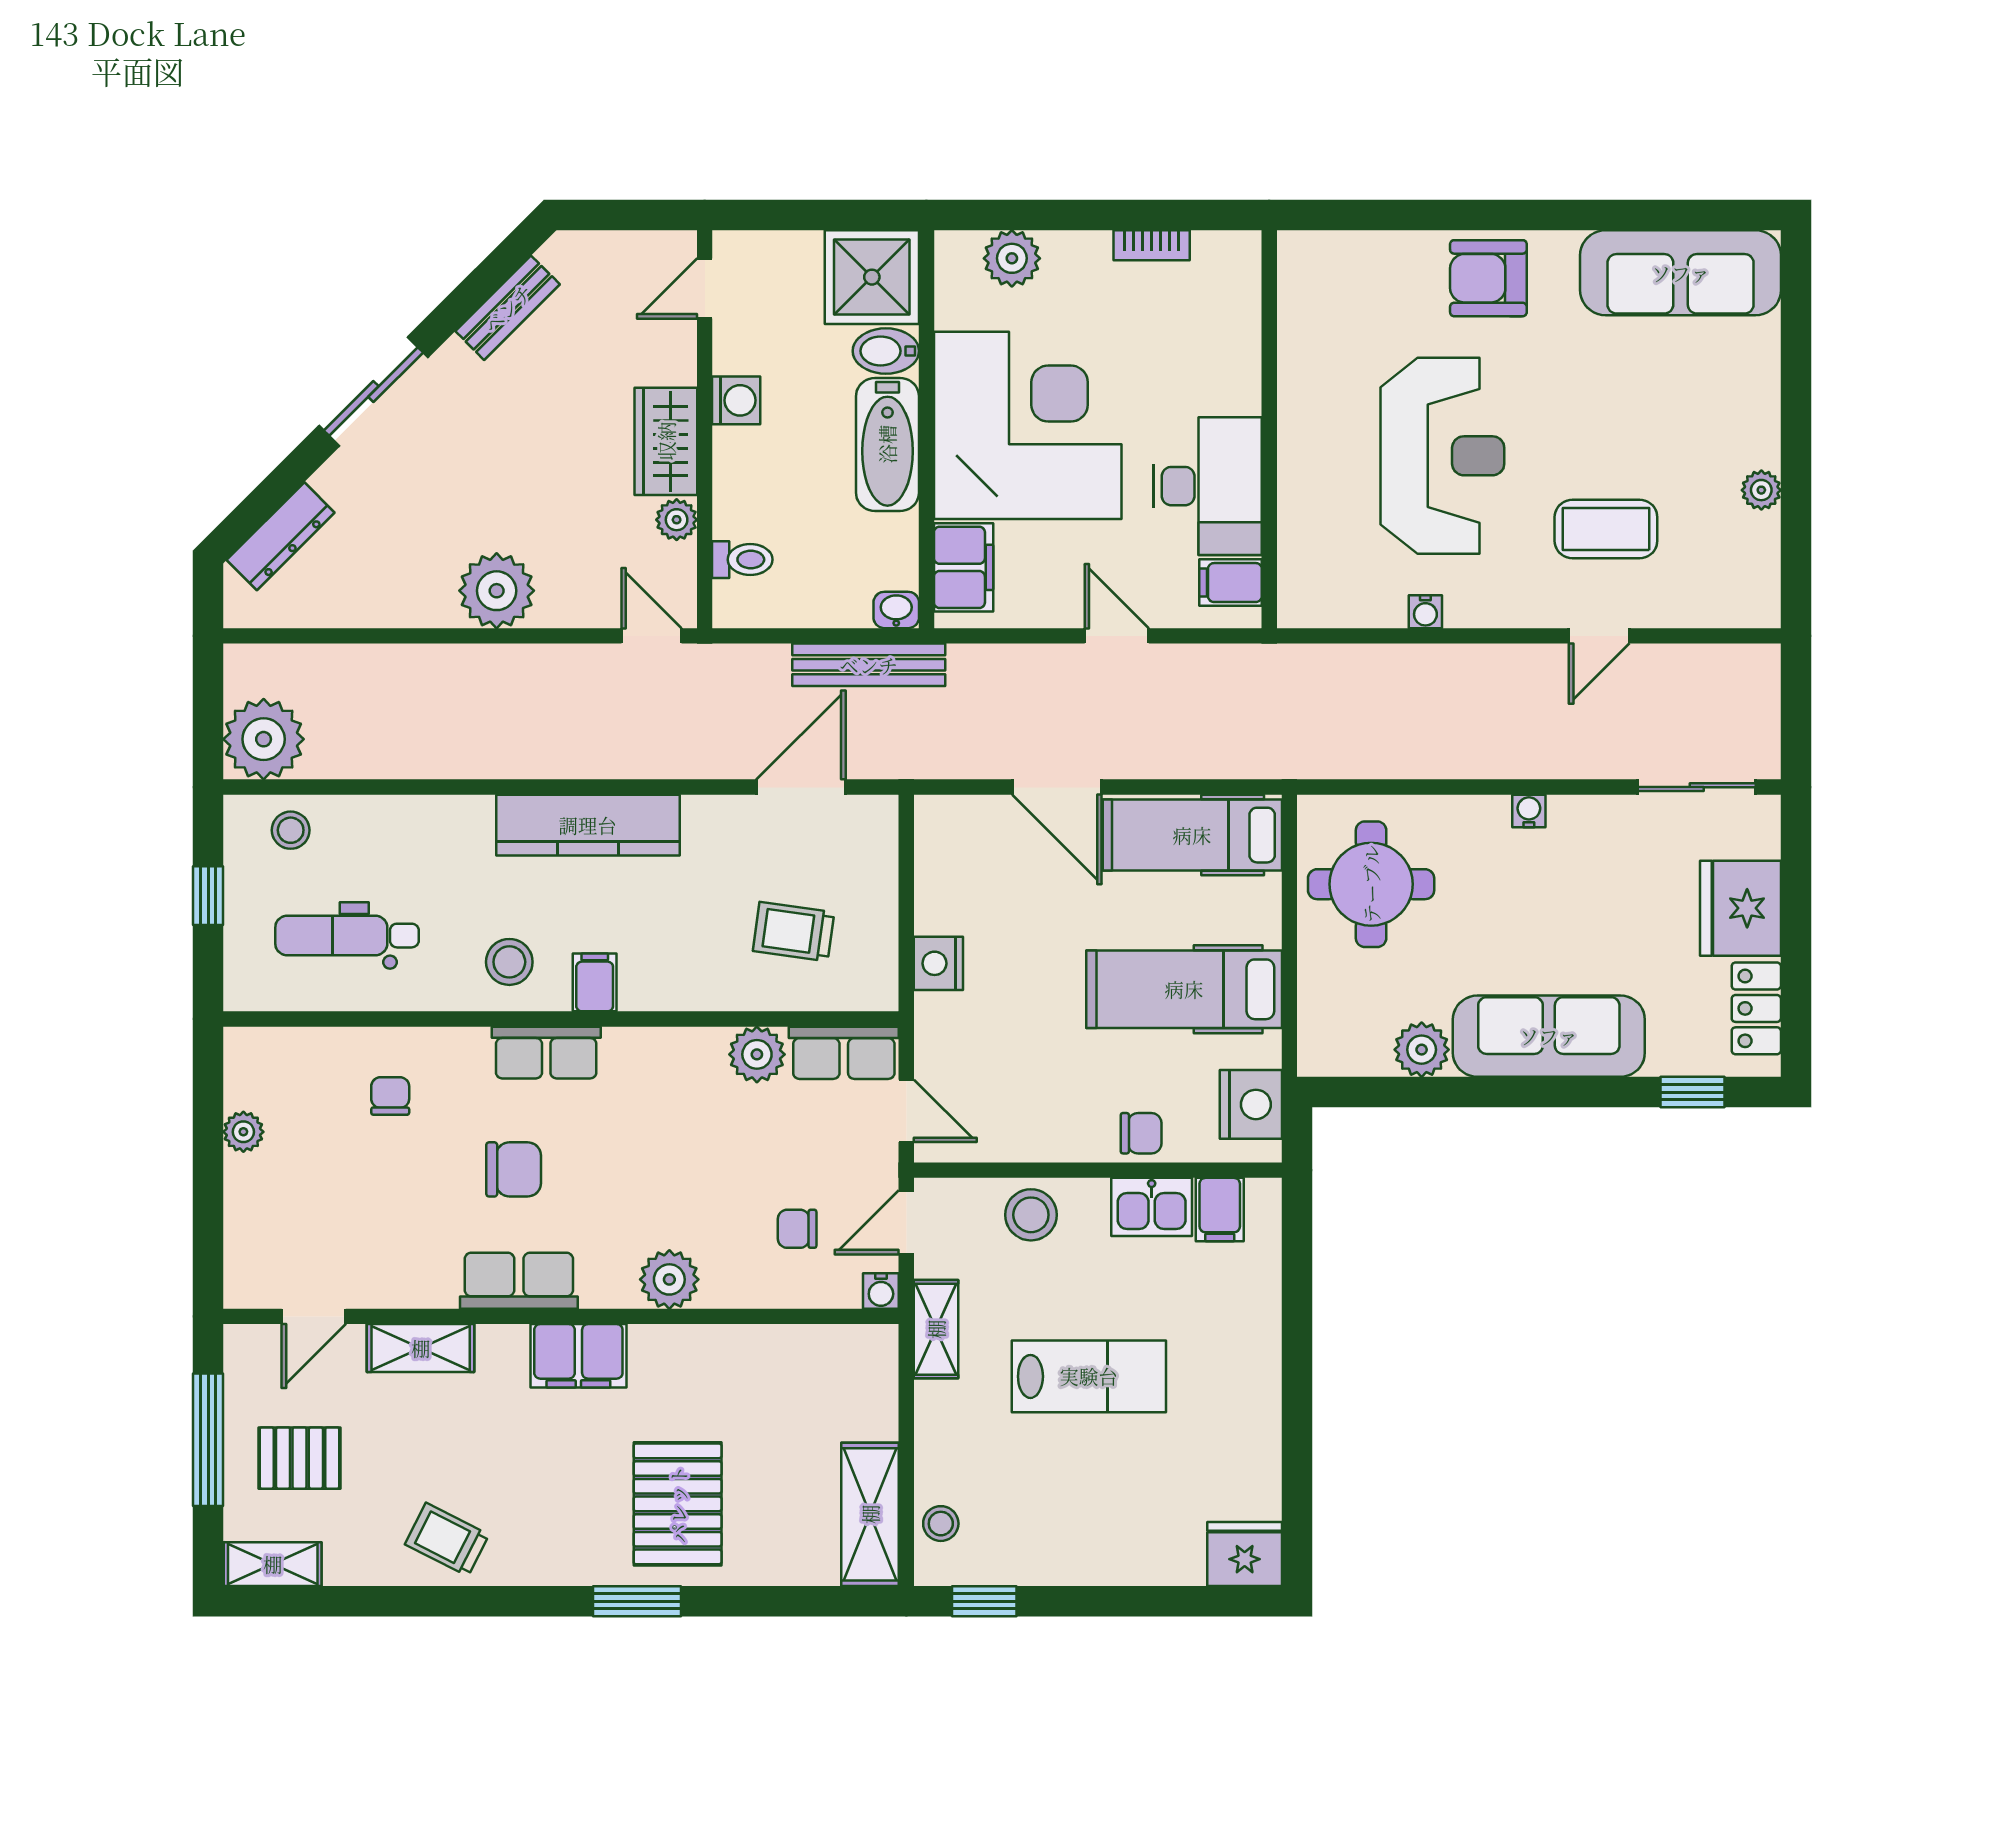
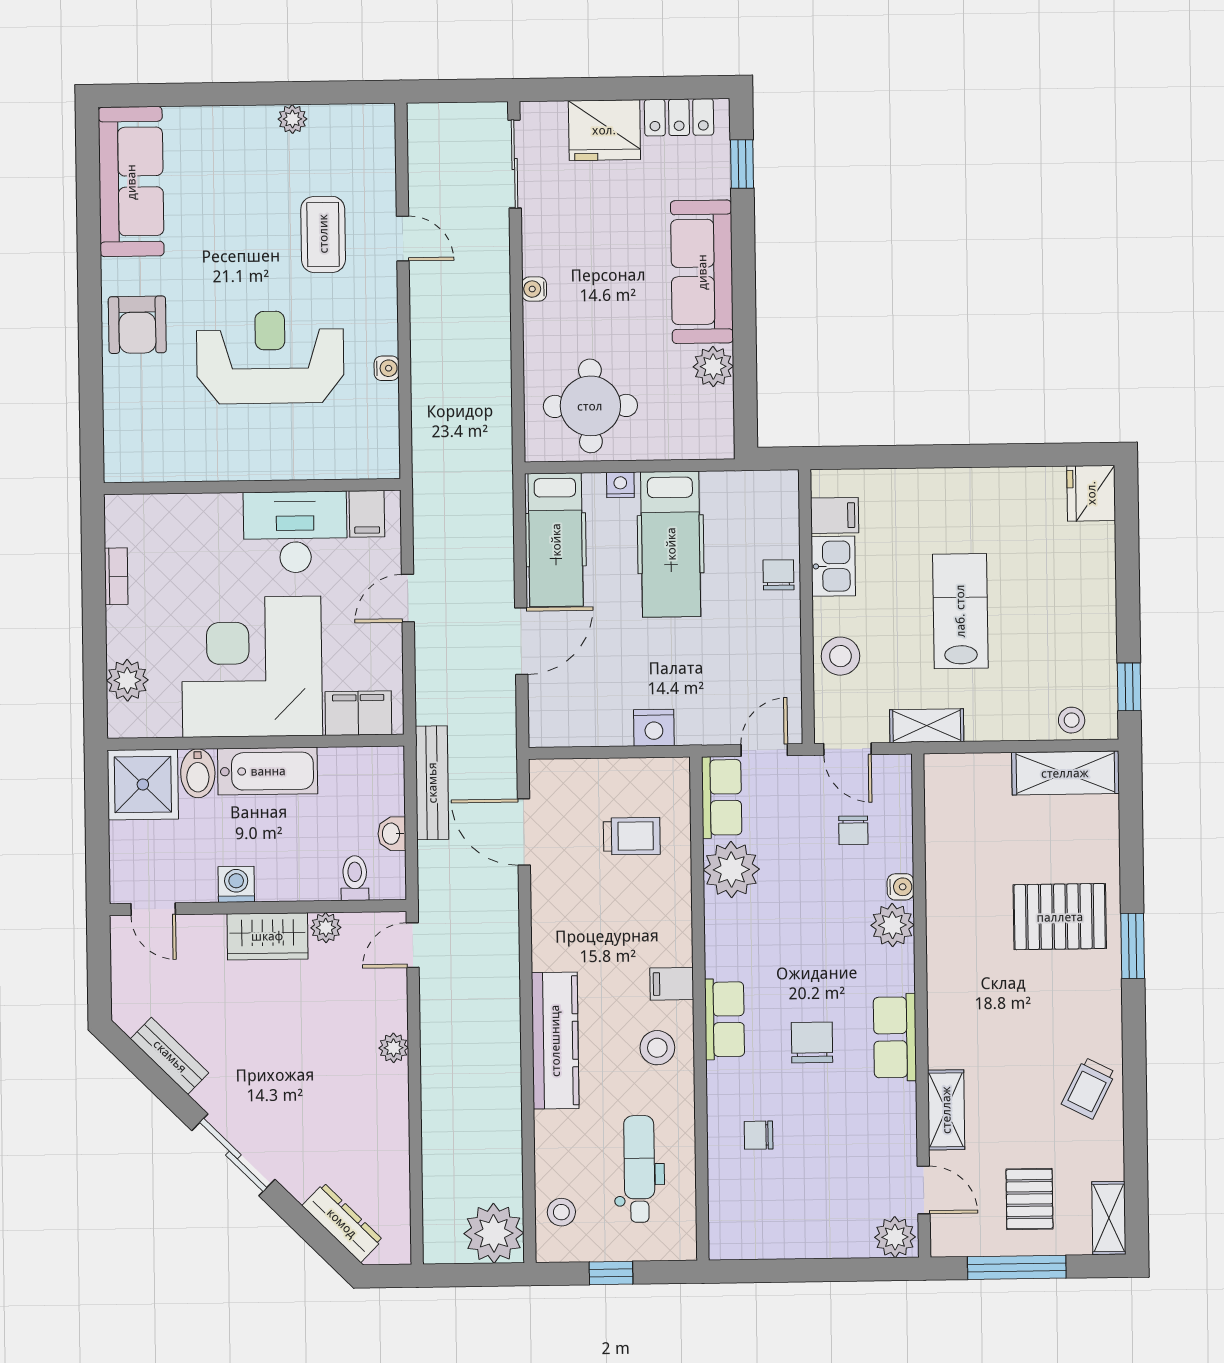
plant: (497, 591) -> (394, 1048), width x0.53, depth x0.53
washbasin: (896, 610) -> (392, 834), moved
kitchen counter: (588, 825) -> (555, 1041), moved
trolley: (794, 932) -> (632, 836), turned -98
dental chair: (347, 936) -> (639, 1169), turned 180
plant: (757, 1054) -> (731, 870), width x1.36, depth x1.36
nightstand: (1251, 1104) -> (620, 485), moved, width x0.53, depth x0.56
plant: (243, 1132) -> (895, 1237), moved, width x1.38, depth x1.38
water cooler: (881, 1291) -> (901, 887), moved
filing cabinet: (578, 1356) -> (950, 992), removed

